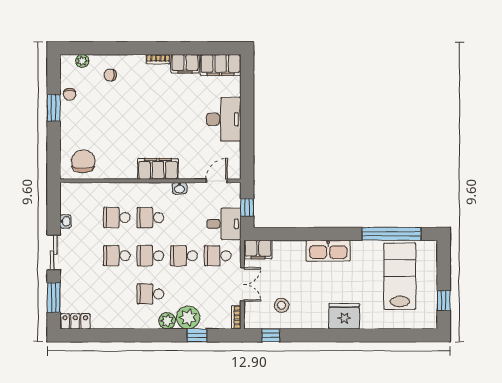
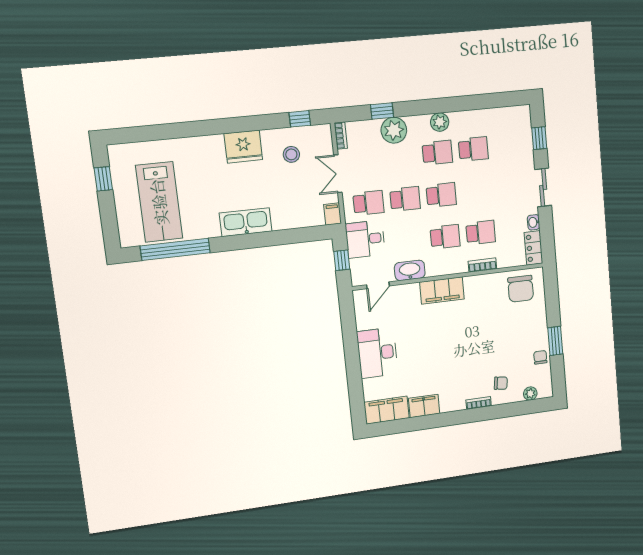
bookcase: (158, 59) -> (479, 403), moved
bookcase: (118, 188) -> (482, 265), added
washbasin: (180, 188) -> (410, 270), width x1.91, depth x1.45
filing cabinet: (258, 249) -> (333, 214), width x0.50
school desk: (117, 256) -> (473, 149), moved
window: (54, 298) -> (539, 138), width x0.67
fridge: (344, 316) -> (243, 147), moved
locker: (75, 321) -> (533, 248), moved, turned 90
plant: (167, 321) -> (440, 122), moved

